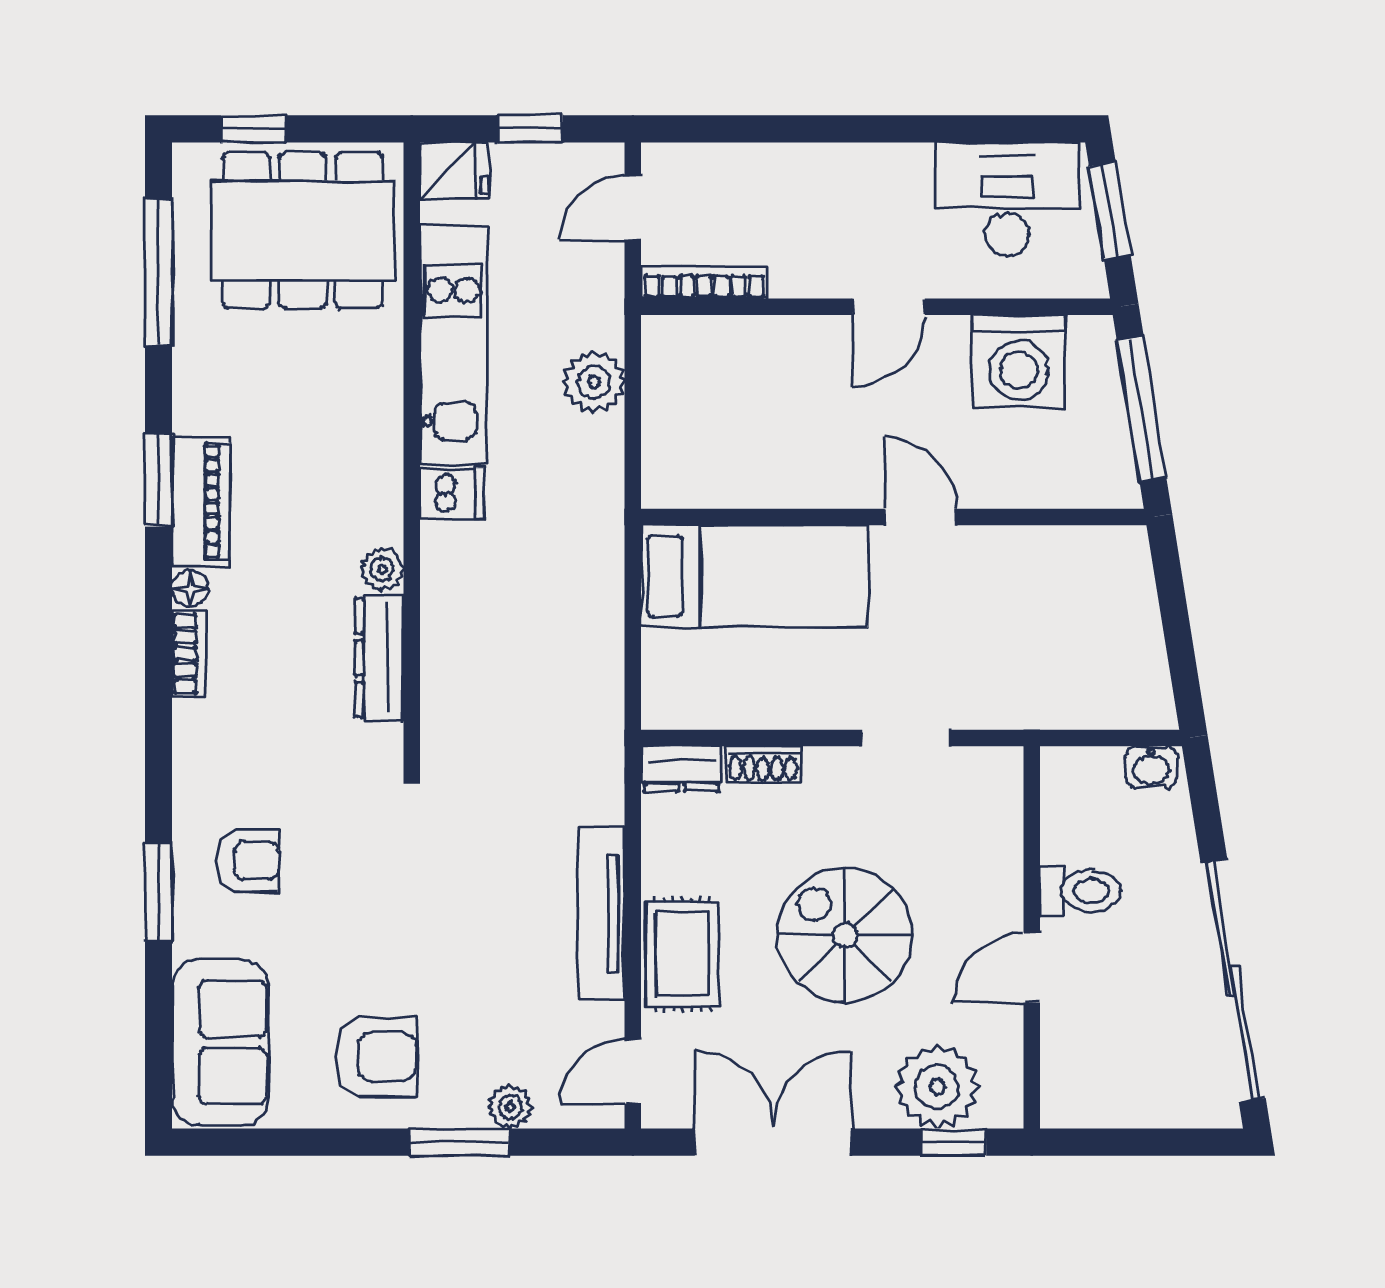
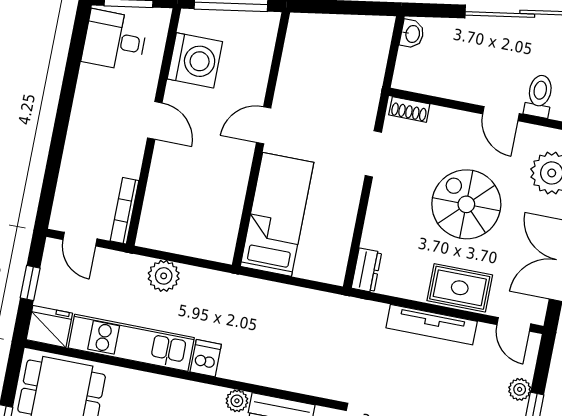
fridge: (454, 171) -> (49, 326), width x1.38
desk: (1007, 199) -> (115, 40), width x0.73
shoe rack: (763, 764) -> (409, 109), moved, turned 90
toilet: (1080, 891) -> (539, 96), moved
spiral stairs: (845, 935) -> (466, 204), turned 90

